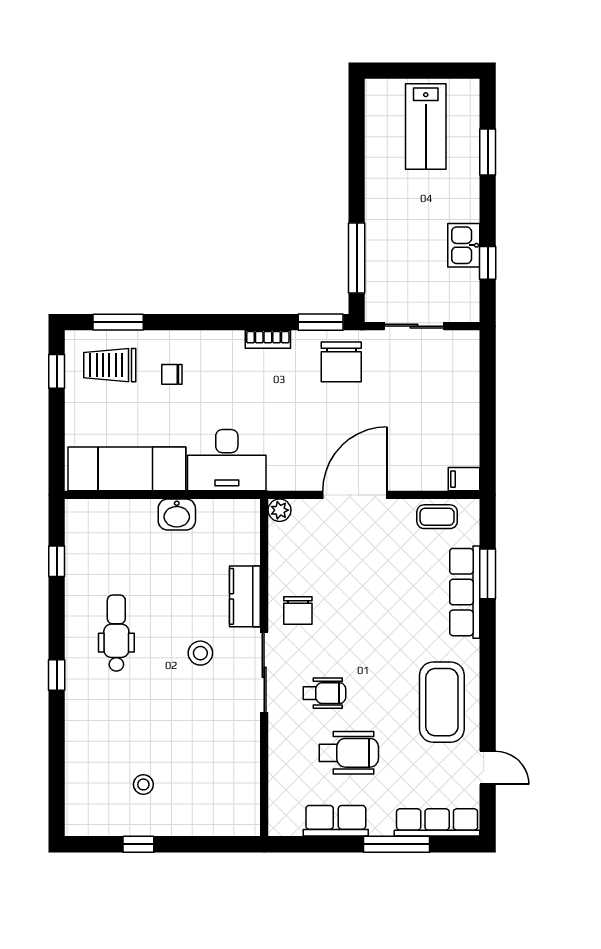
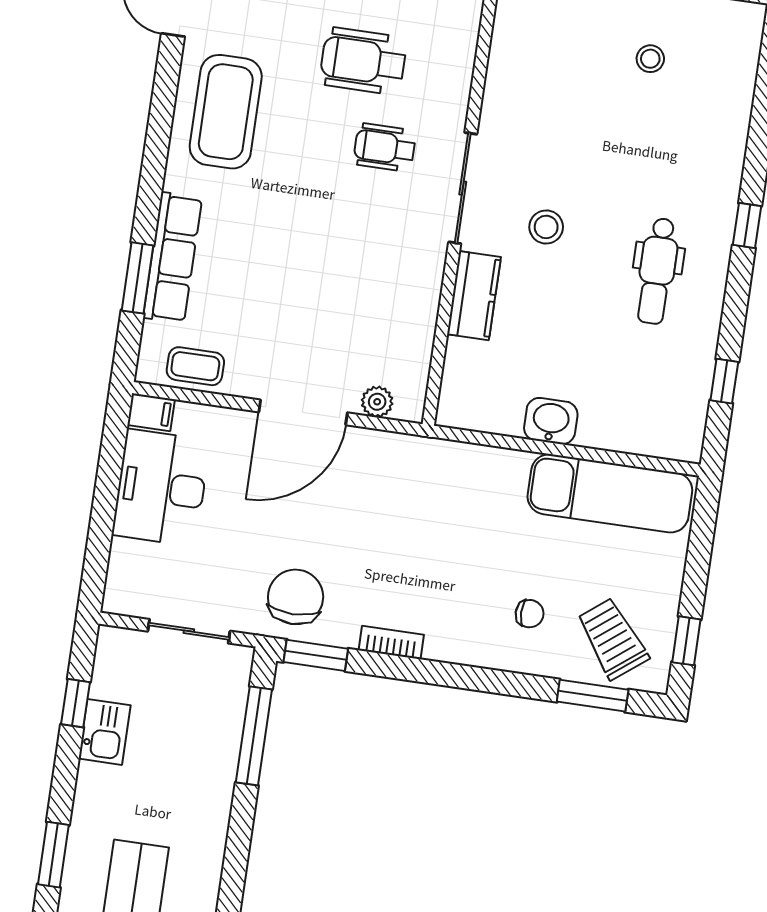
trolley: (110, 365) -> (613, 639), turned -128
desk: (227, 460) -> (161, 488), moved, turned -90
plant: (280, 510) -> (377, 402), moved
chair: (298, 610) -> (405, 266), removed

